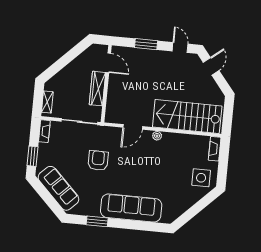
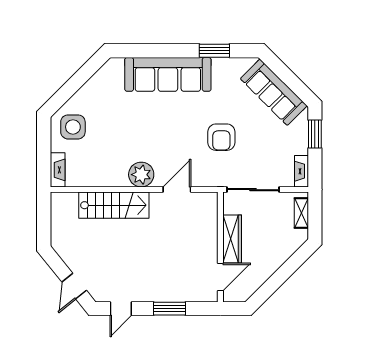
door: (180, 47) -> (121, 309), hinge flipped
door: (108, 63) -> (220, 277), swing flipped
stairs: (187, 116) -> (114, 205), width x0.73, depth x0.66
plant: (157, 136) -> (141, 175), width x1.88, depth x1.88

